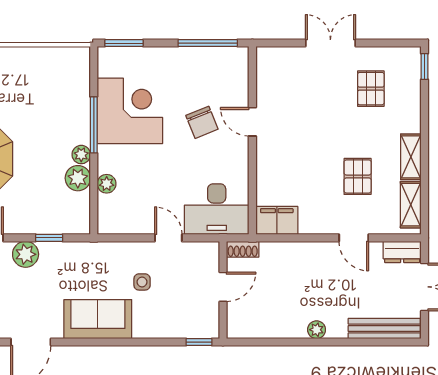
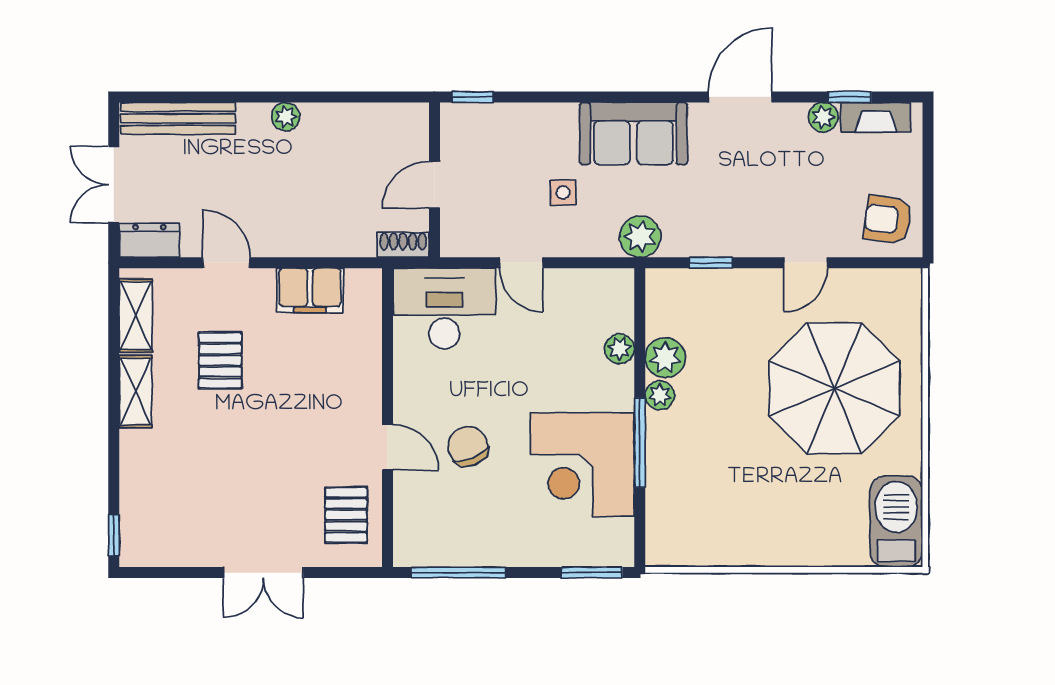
pallet: (371, 89) -> (346, 515), moved
filing cabinet: (277, 220) -> (310, 290), moved
plant: (26, 254) -> (640, 237), moved

